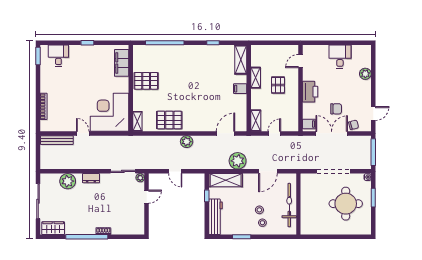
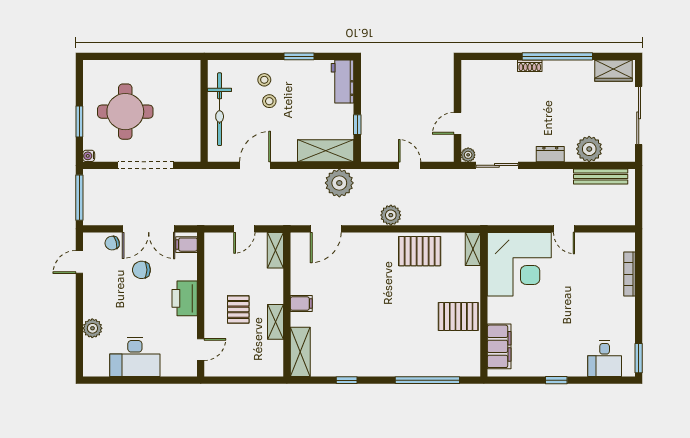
desk: (340, 57) -> (135, 357), width x1.37
bench: (57, 140) -> (601, 177), moved
plant: (238, 161) -> (339, 183), moved
workbench: (215, 217) -> (343, 82), width x0.73

